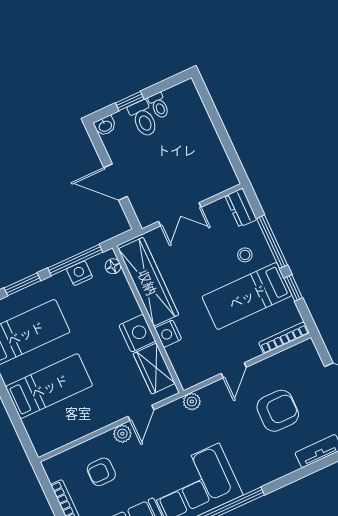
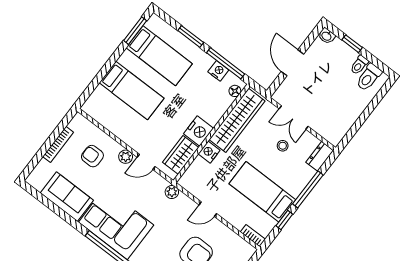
toilet: (143, 119) -> (369, 77), moved
stool: (245, 255) -> (283, 146), moved
bookcase: (284, 338) -> (253, 236), width x0.64

